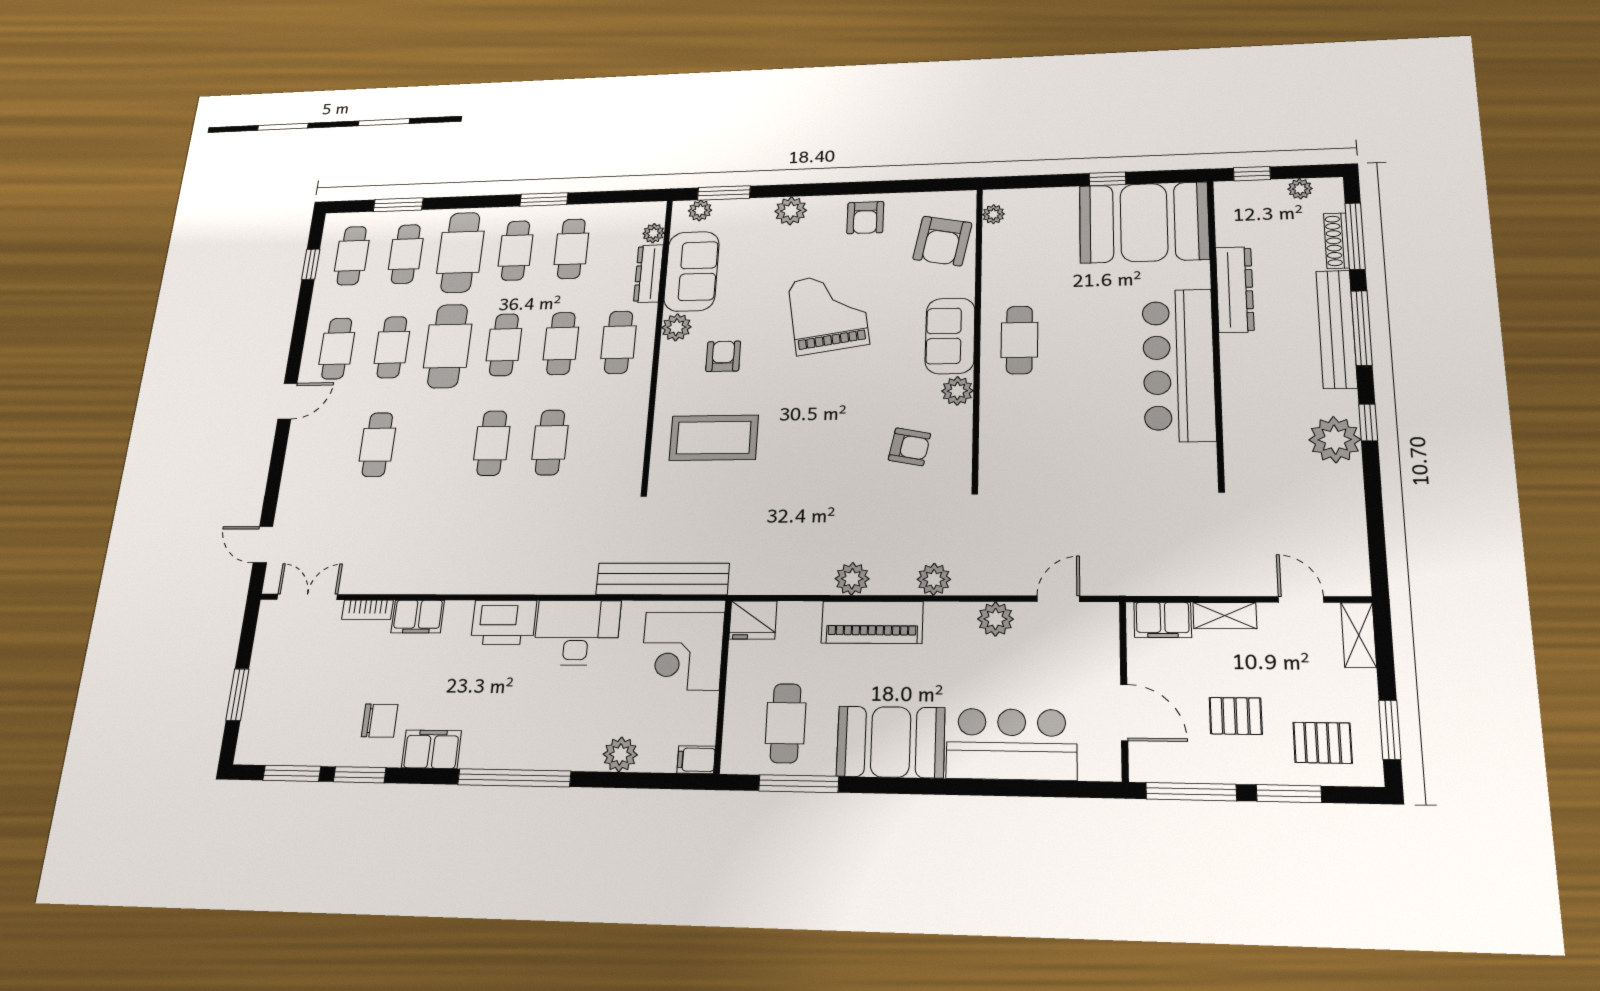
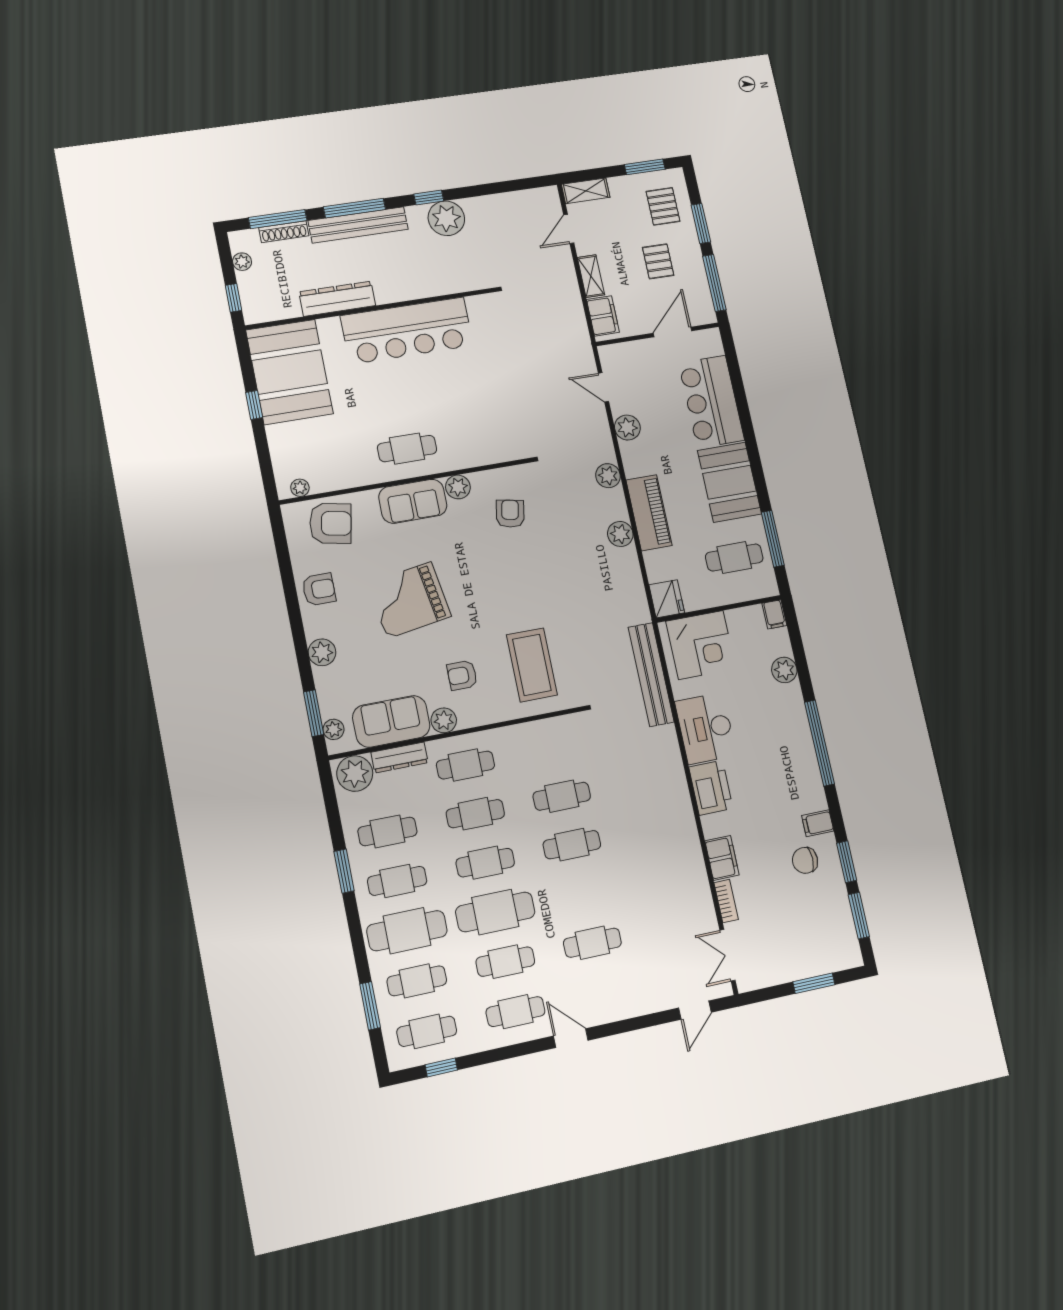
plant: (653, 233) -> (355, 774), width x1.88, depth x1.88
chair: (380, 721) -> (805, 860), turned -90
filing cabinet: (431, 749) -> (818, 823), width x0.50

